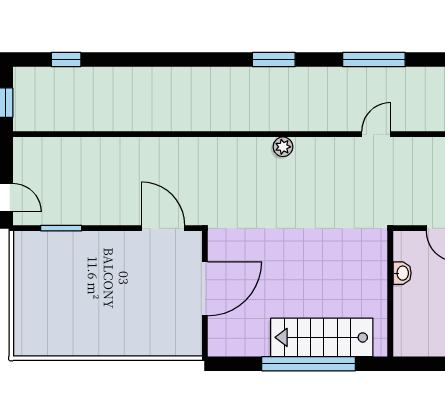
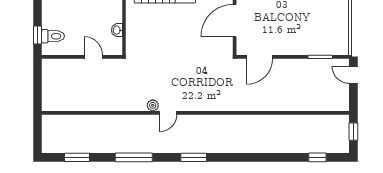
door: (376, 134) -> (168, 113), moved
plant: (283, 147) -> (153, 105), moved
door: (163, 228) -> (260, 57), hinge flipped

